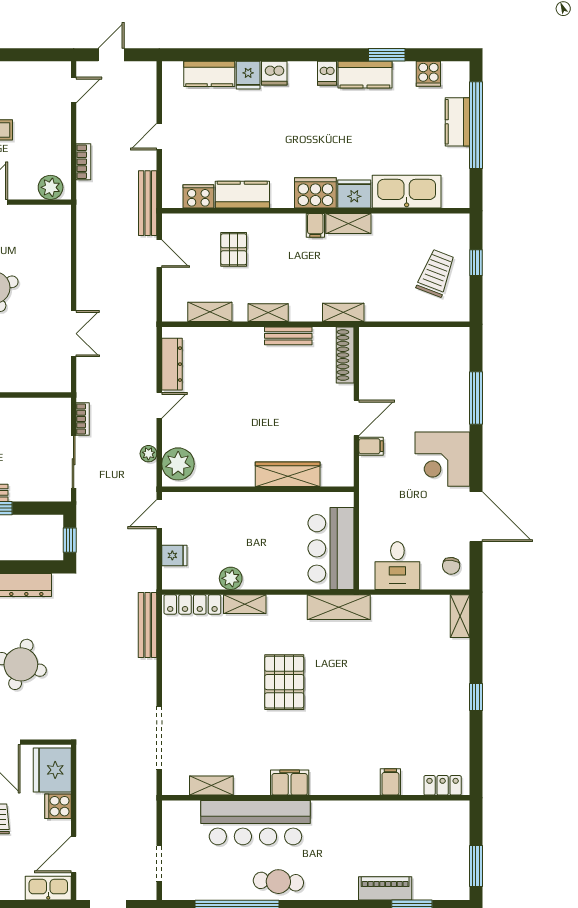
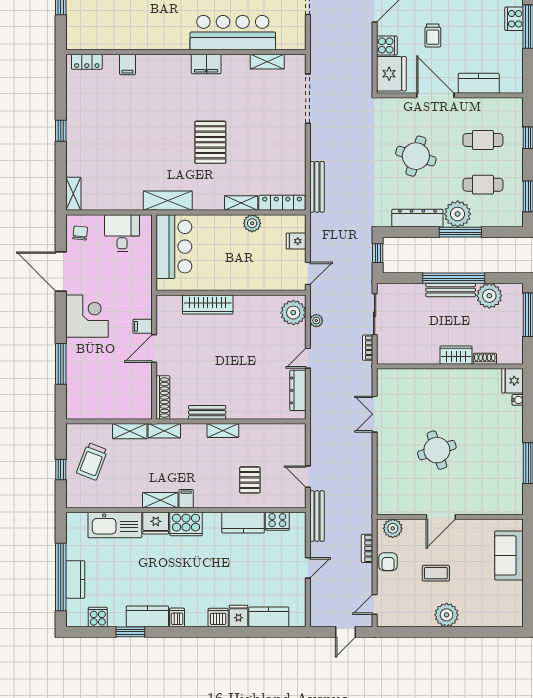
armchair: (57, 145) -> (388, 562), added
shelving: (210, 312) -> (130, 431), moved

